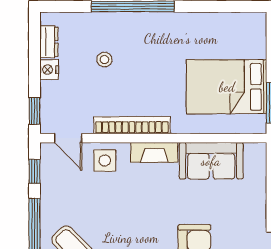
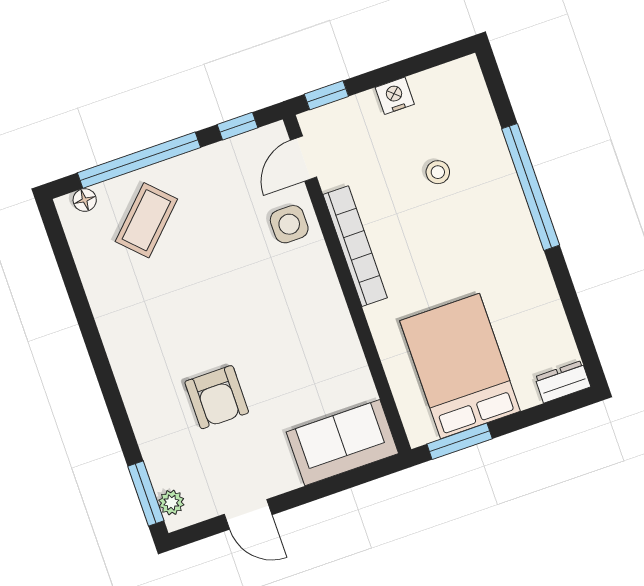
dresser: (49, 42) -> (563, 382), moved, turned 180
fireplace: (154, 152) -> (327, 293), removed
sofa: (211, 161) -> (342, 443), moved, turned 90

